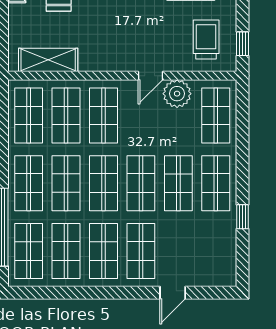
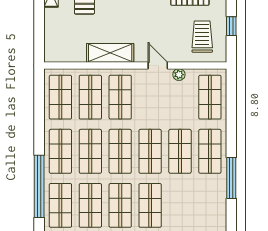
window: (243, 44) -> (231, 26), moved
shelving: (48, 60) -> (110, 53), moved
door: (150, 76) -> (158, 65), swing flipped
plant: (177, 94) -> (179, 75), width x0.53, depth x0.53
window: (243, 217) -> (231, 178), width x2.17

